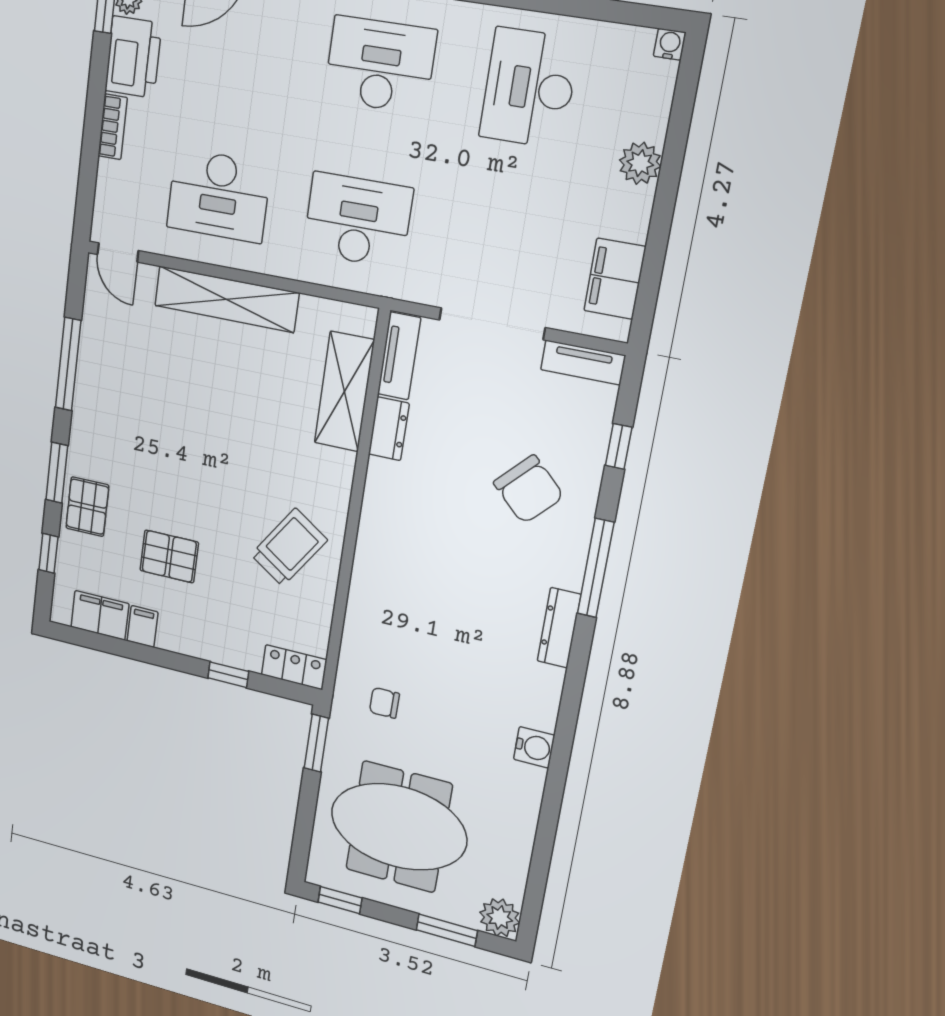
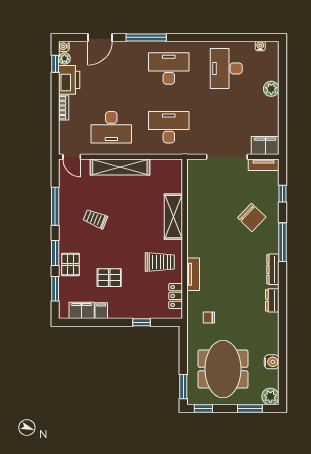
water cooler: (670, 44) -> (260, 46), moved
filing cabinet: (615, 279) -> (265, 146), moved, turned 90
tv unit: (399, 356) -> (193, 274), moved
shelving: (344, 392) -> (173, 217), moved
trolley: (155, 413) -> (95, 219), added
dresser: (389, 429) -> (272, 300), moved, turned 180
trolley: (289, 547) -> (160, 262), turned 56
window: (48, 553) -> (55, 289), width x1.50
locker: (294, 667) -> (176, 296), moved, turned -90
window: (316, 743) -> (183, 387), moved
water cooler: (534, 747) -> (272, 362), moved
meeting table: (399, 827) -> (223, 369), turned 90

